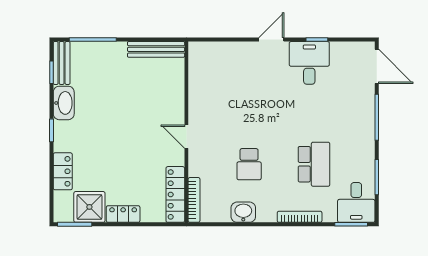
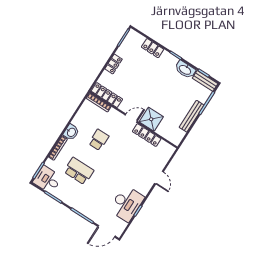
door: (271, 40) -> (159, 178), moved
bench: (156, 49) -> (192, 116), moved
desk: (309, 63) -> (127, 204), width x1.37
locker: (197, 98) -> (147, 135), added
school desk: (249, 164) -> (99, 140), turned 90
school desk: (314, 164) -> (79, 171), turned 180
shower: (89, 207) -> (151, 119), moved
washbasin: (243, 212) -> (71, 132), moved

